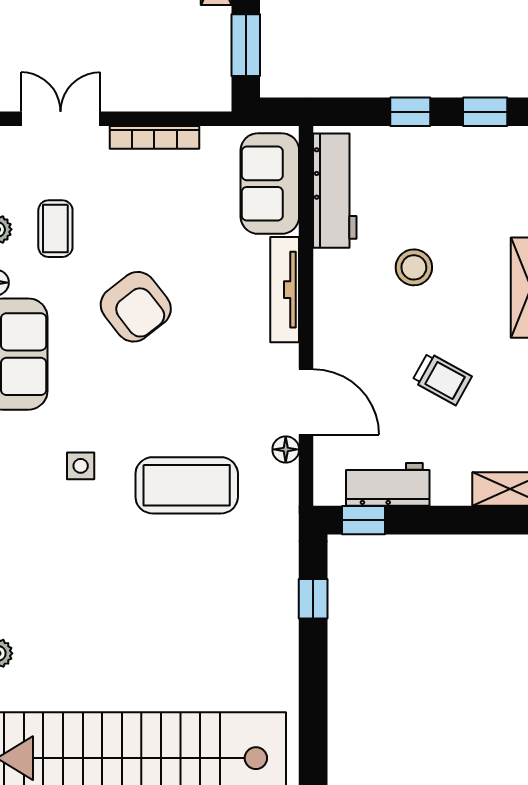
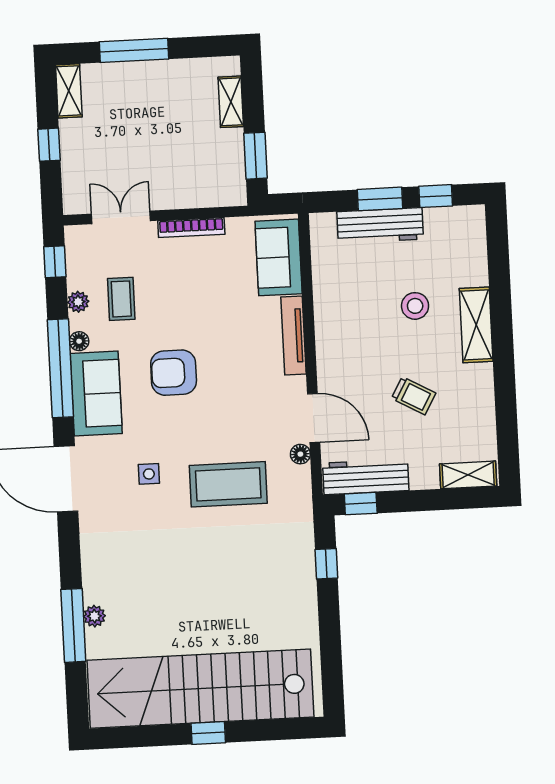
window: (410, 112) -> (380, 199), width x1.50
workbench: (335, 191) -> (380, 225), moved, turned 90
stool: (414, 267) -> (415, 306), moved
armchair: (136, 307) -> (174, 373), moved, turned 128
workbench: (388, 484) -> (366, 477), width x1.37

